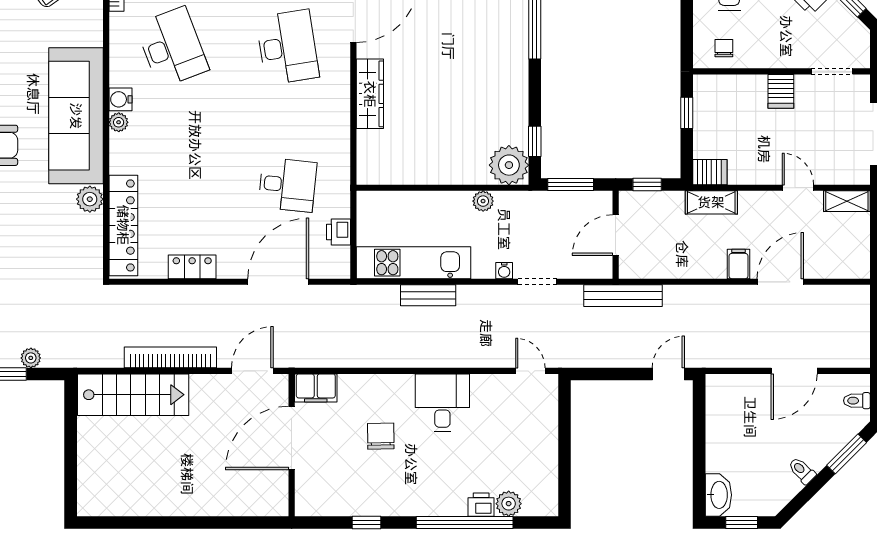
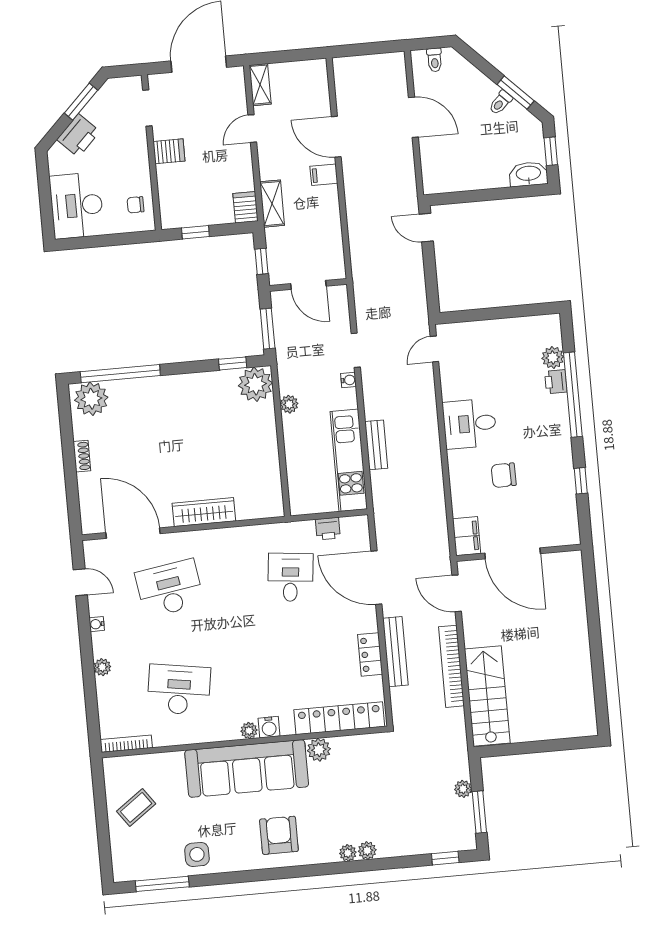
desk: (172, 47) -> (179, 690), turned 30
water cooler: (120, 99) -> (269, 727), moved
bench: (623, 296) -> (395, 652), moved
window: (847, 454) -> (516, 93), moved

